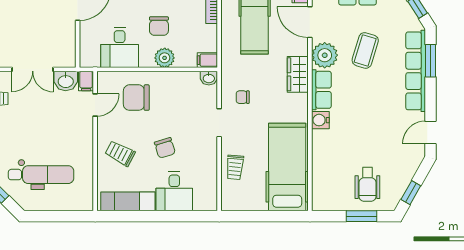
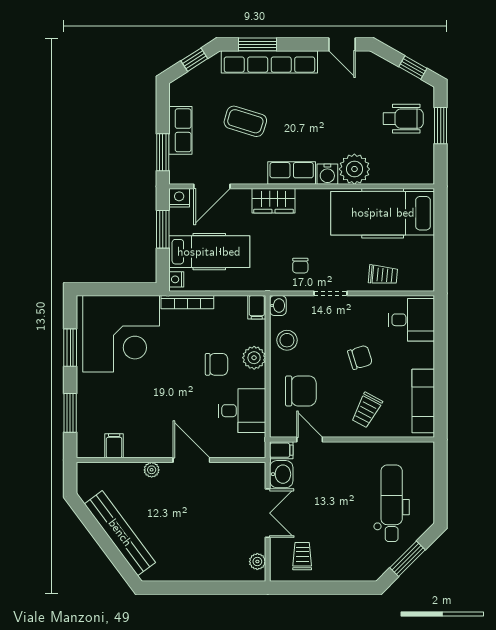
plant: (325, 55) -> (354, 169), moved
stool: (179, 86) -> (287, 340), added
chair: (136, 98) -> (301, 391), turned -90
desk: (174, 191) -> (411, 320), moved

